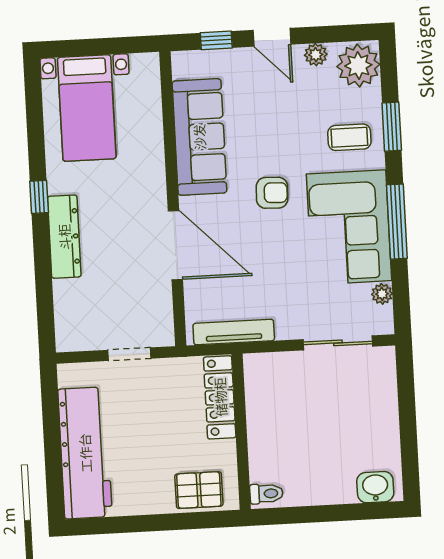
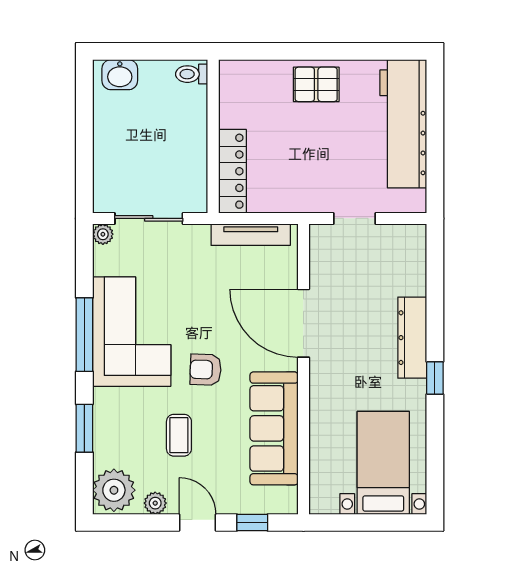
coffee table: (349, 137) -> (179, 435), moved, turned 90
plant: (382, 294) -> (103, 234), moved
locker: (220, 397) -> (232, 171), moved
wall: (241, 432) -> (213, 136), moved
pallet: (199, 490) -> (316, 84), moved
toilet: (266, 494) -> (192, 74), moved

